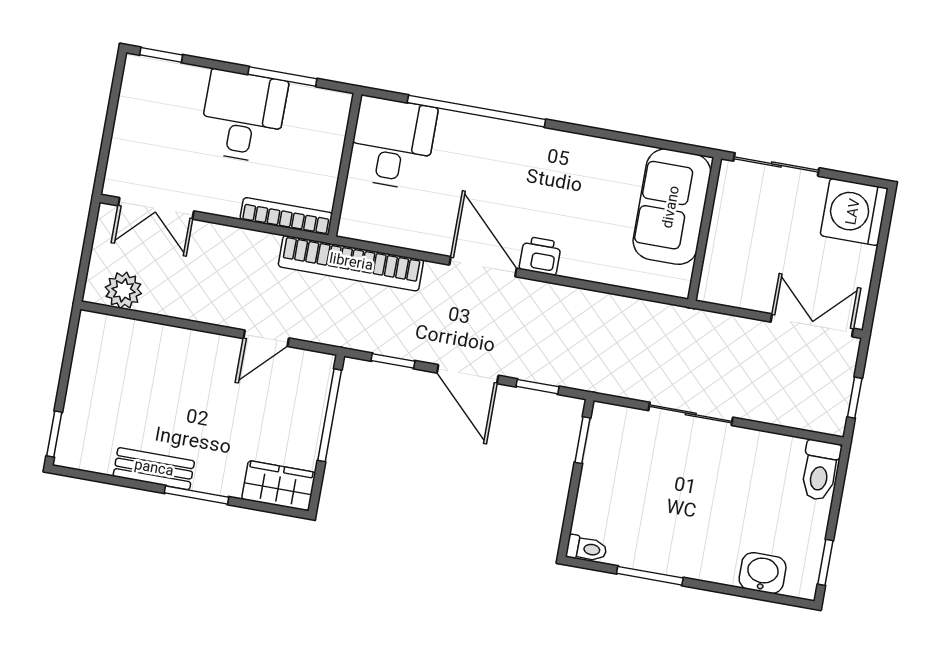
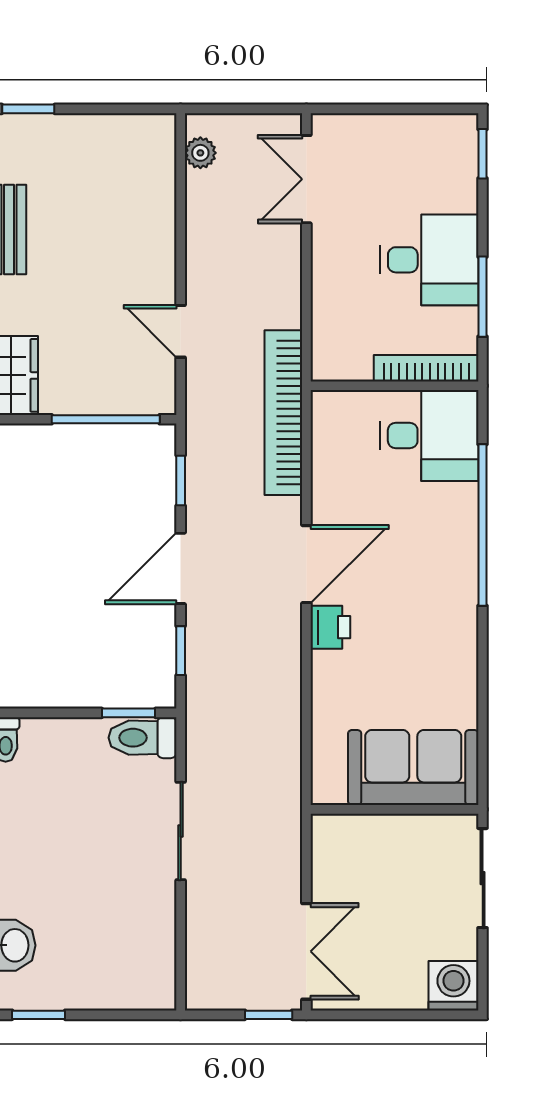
washing machine: (854, 212) -> (453, 986), width x0.73, depth x0.73
bookcase: (286, 216) -> (426, 368), moved, turned -90
plant: (123, 290) -> (200, 153), width x0.73, depth x0.73
window: (855, 398) -> (269, 1015), moved
toilet: (820, 470) -> (142, 738), moved

